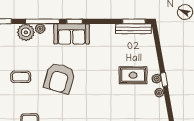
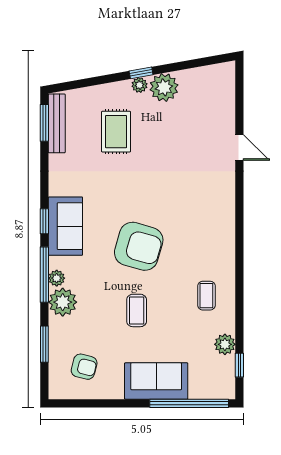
rug: (133, 75) -> (116, 132), moved
plant: (159, 93) -> (164, 87), width x1.87, depth x1.87

